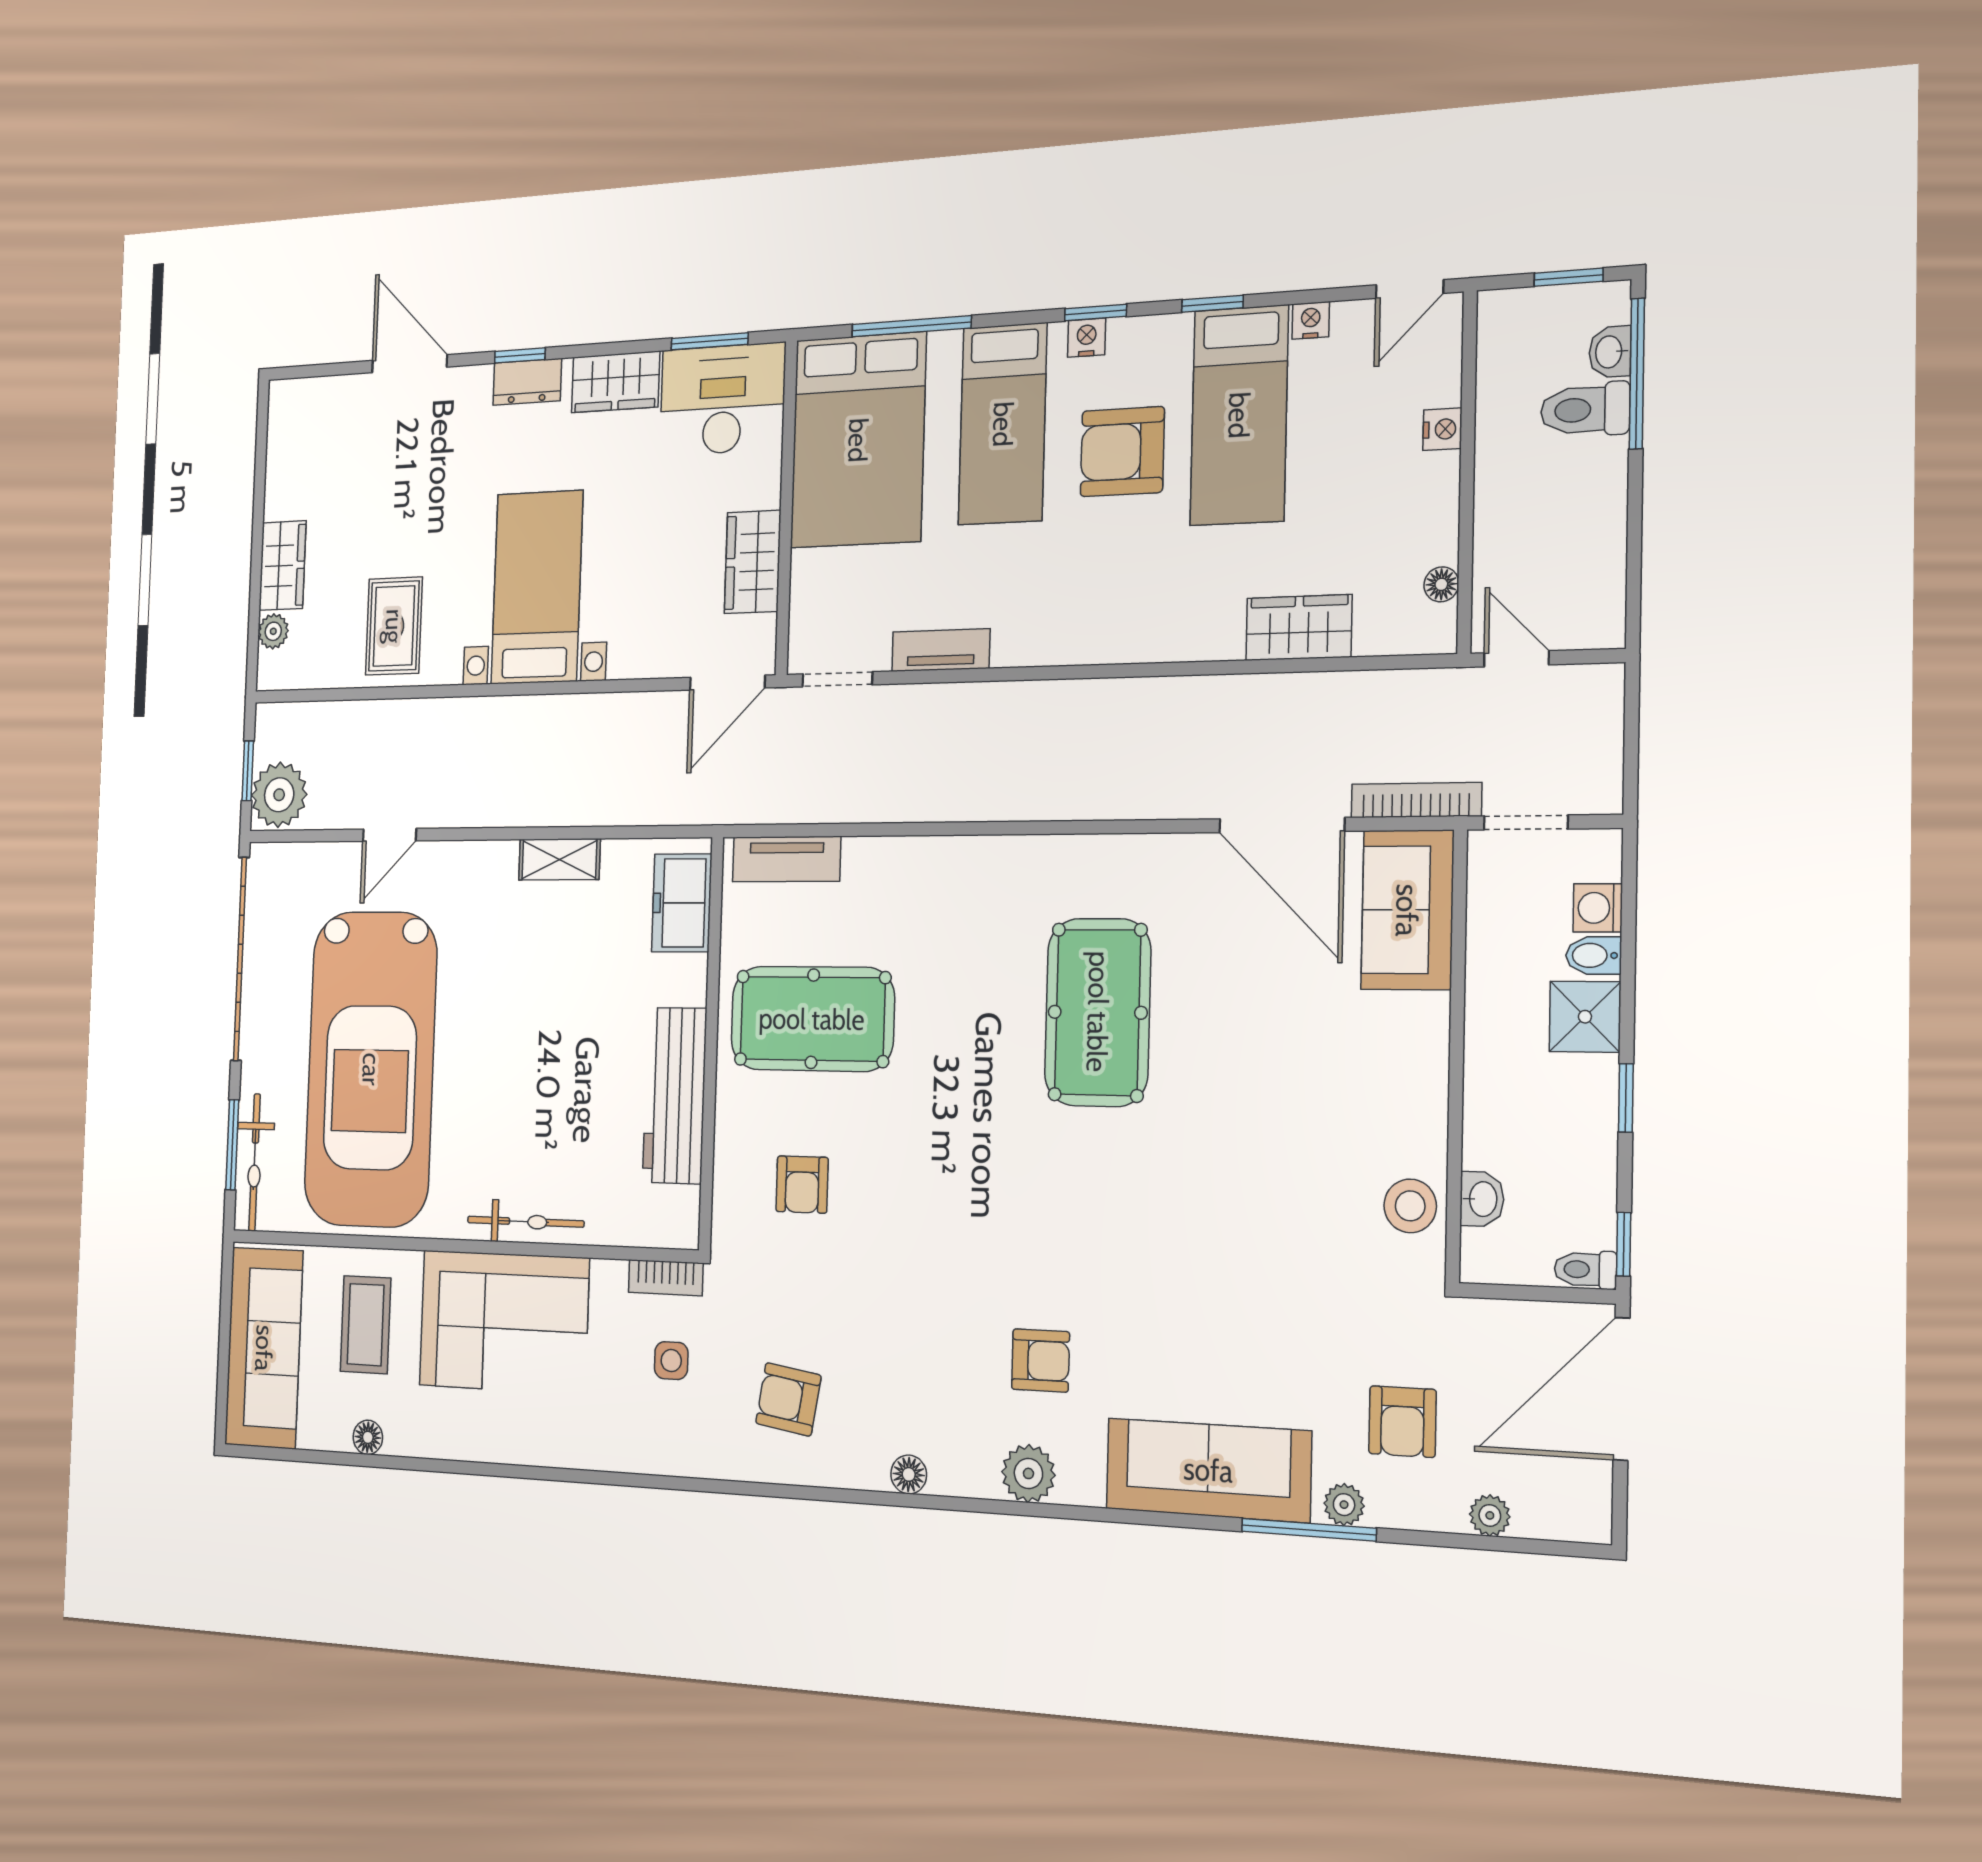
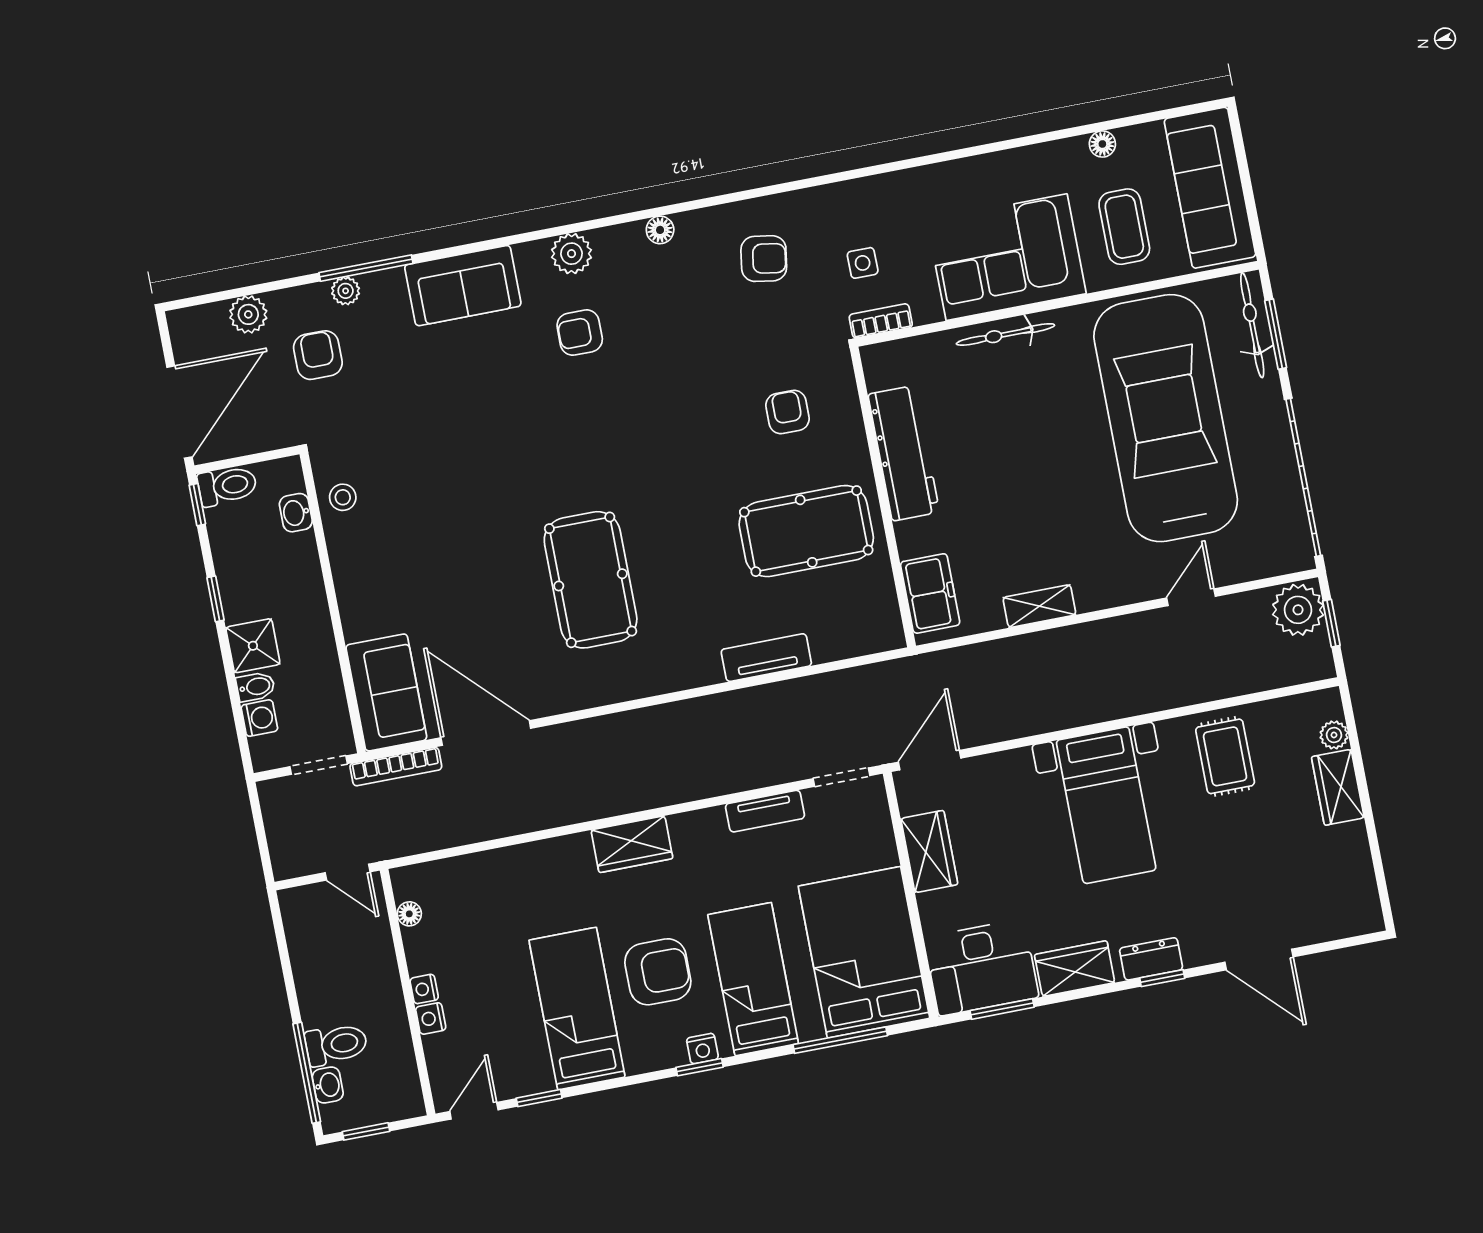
window: (1212, 304) -> (539, 1098), moved
nightstand: (1311, 320) -> (424, 989), moved, turned 90
wardrobe: (1299, 628) -> (632, 844), moved
tv unit: (787, 859) -> (766, 658), moved
stool: (1410, 1206) -> (343, 497), width x0.73, depth x0.73
toilet: (1585, 1270) -> (227, 486), width x1.37, depth x1.39
sofa: (1208, 1470) -> (463, 286), width x0.73
plant: (1490, 1515) -> (248, 314), width x1.38, depth x1.38

